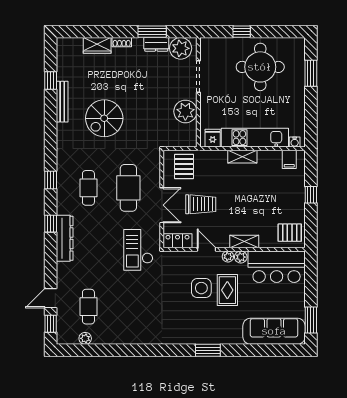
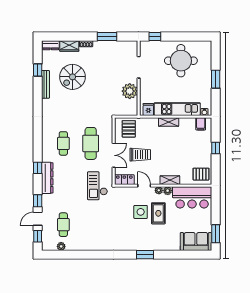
window: (242, 32) -> (155, 37), moved
dresser: (156, 44) -> (51, 45), moved
plant: (181, 48) -> (126, 48), removed
window: (311, 73) -> (216, 79), moved
spiral stairs: (104, 118) -> (72, 77), moved
window: (51, 180) -> (38, 201), moved
sofa: (274, 331) -> (196, 242), width x0.73

